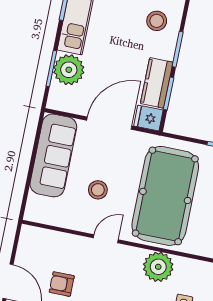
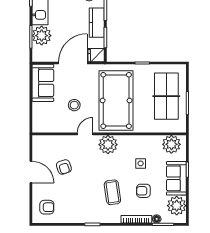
kitchen counter: (157, 83) -> (97, 23), moved
sofa: (53, 155) -> (43, 83), width x0.73
plant: (158, 267) -> (108, 145), moved
armchair: (62, 284) -> (64, 167), turned -108

